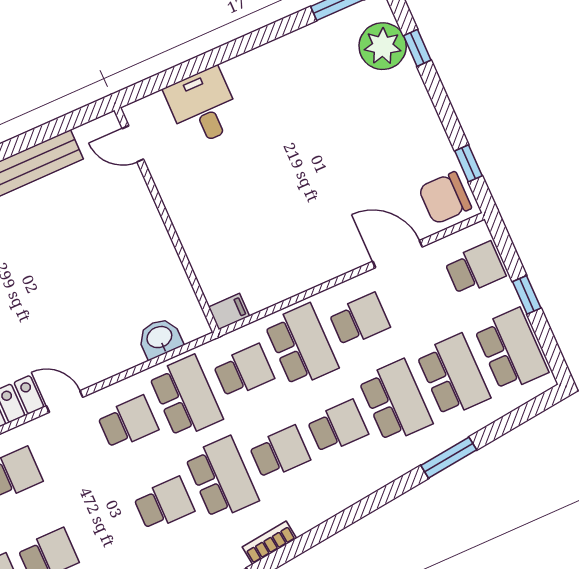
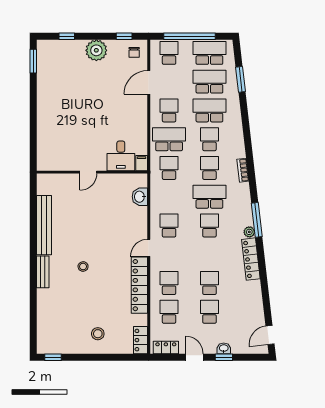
plant: (383, 46) -> (96, 50), moved
desk: (203, 107) -> (121, 156), moved, turned -90
door: (133, 144) -> (88, 172), moved
chair: (445, 198) -> (134, 52), width x0.54, depth x0.54
window: (527, 295) -> (189, 36), width x3.17
school desk: (186, 397) -> (169, 197), removed
window: (449, 458) -> (241, 79), moved
bookcase: (269, 543) -> (243, 170), moved

